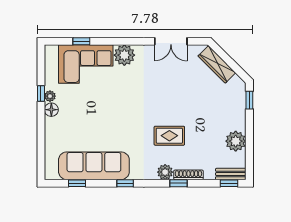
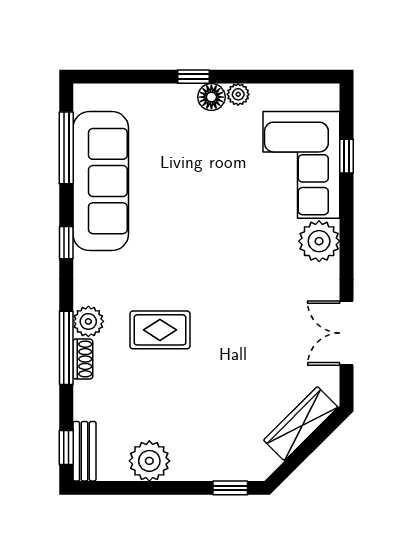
window: (41, 93) -> (194, 77), moved
rug: (169, 136) -> (160, 330), turned 90
shoe rack: (188, 175) -> (83, 359), width x0.70
window: (77, 183) -> (66, 148), width x2.17
window: (178, 183) -> (66, 348), width x2.17

